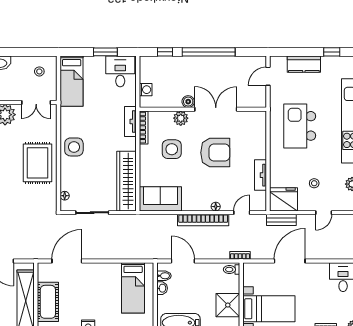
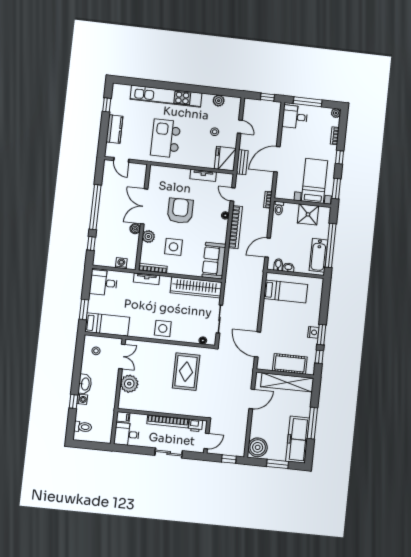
window: (105, 52) -> (84, 309), moved
kitchen island: (300, 126) -> (166, 138), turned 90
rug: (38, 163) -> (186, 372), moved, turned 90
door: (290, 261) -> (277, 159), hinge flipped

